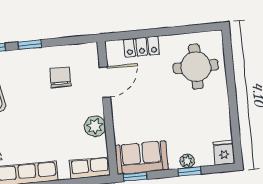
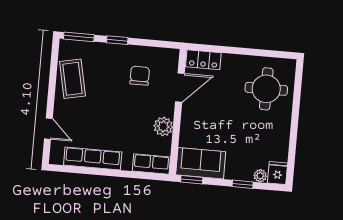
locker: (142, 47) -> (203, 60), moved
plant: (187, 161) -> (260, 176), moved

